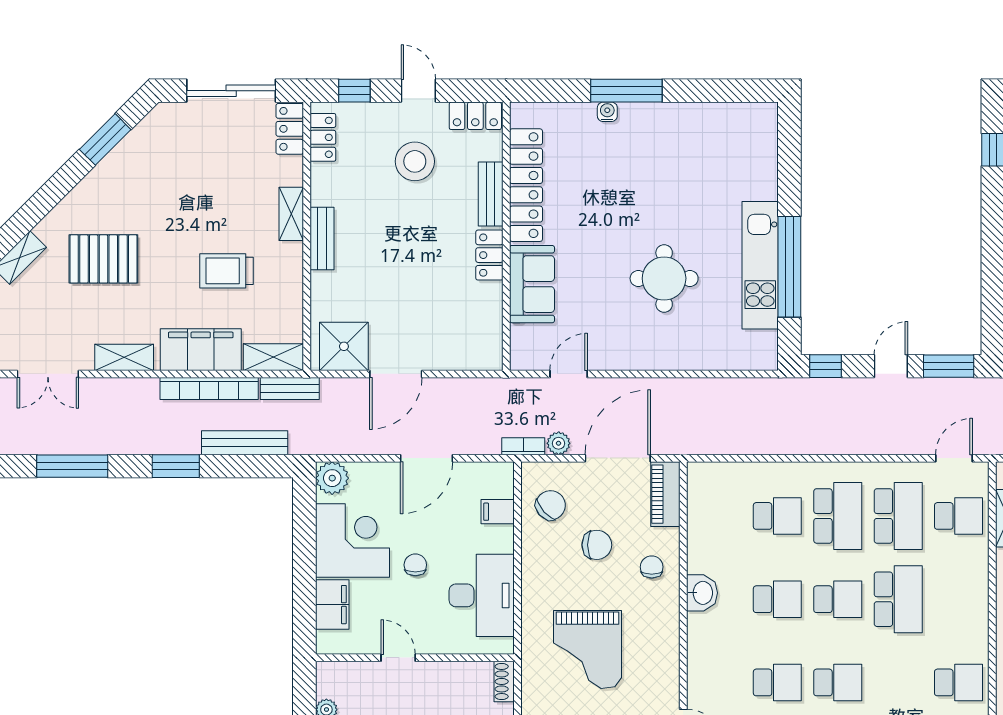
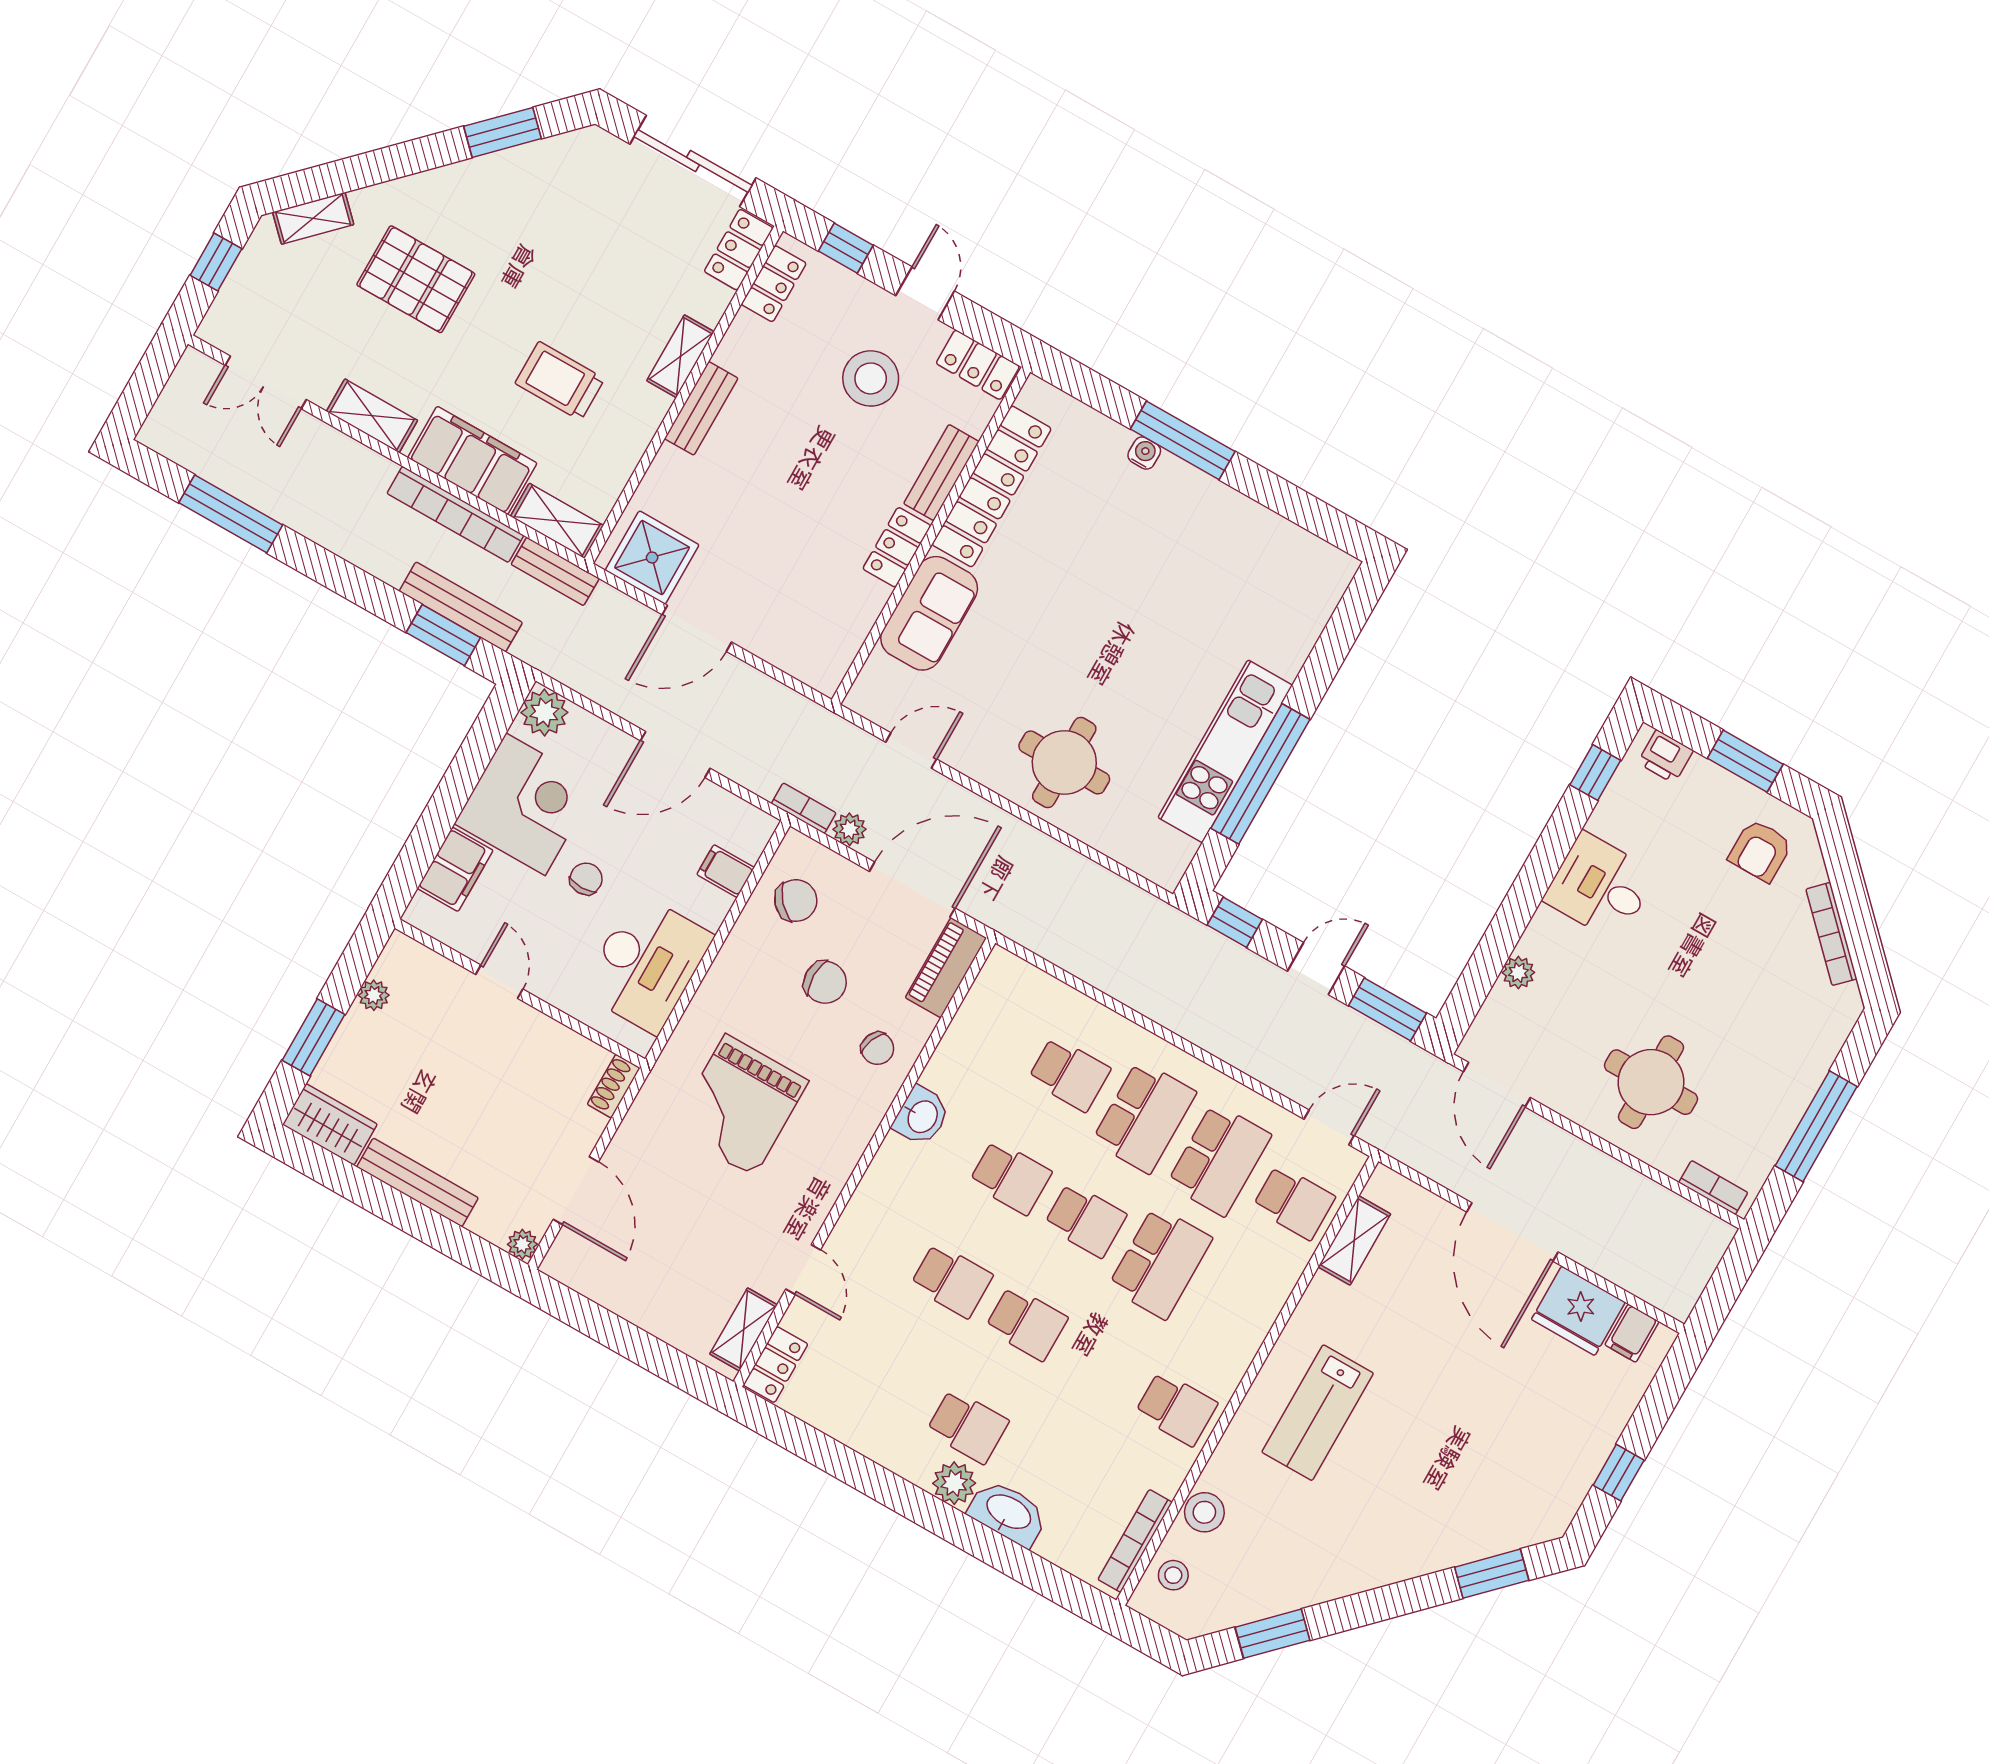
round table: (664, 278) -> (1064, 762), moved
window: (176, 466) -> (443, 635), moved
chair: (652, 567) -> (877, 1048), turned 112

